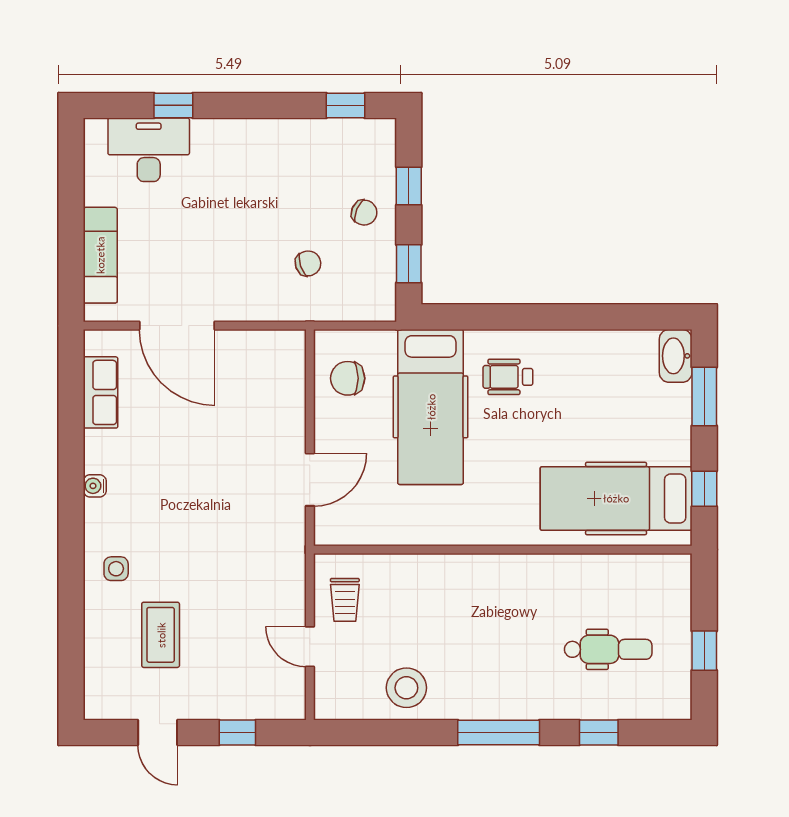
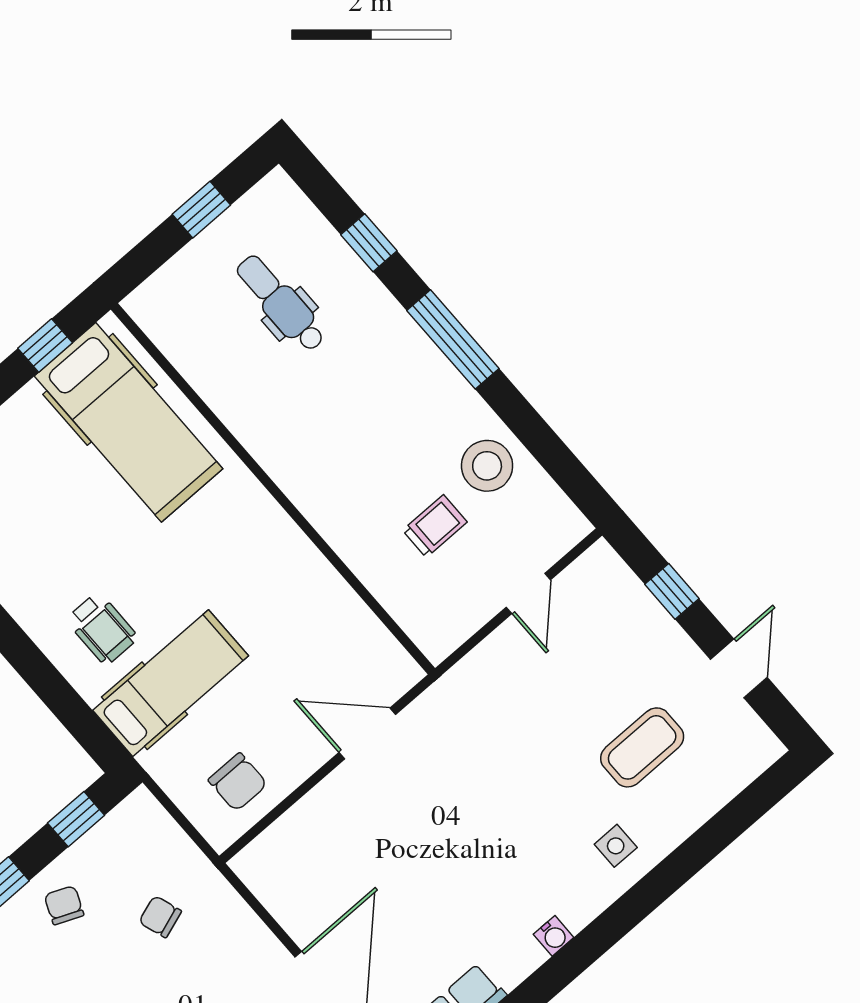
hospital bed: (431, 407) -> (171, 683), width x0.73, depth x0.78
trolley: (345, 600) -> (435, 526), moved

